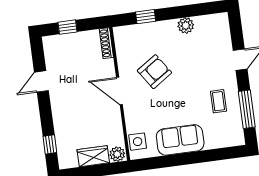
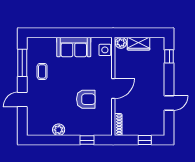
armchair: (154, 72) -> (86, 99), turned -146
door: (119, 91) -> (113, 89), hinge flipped

